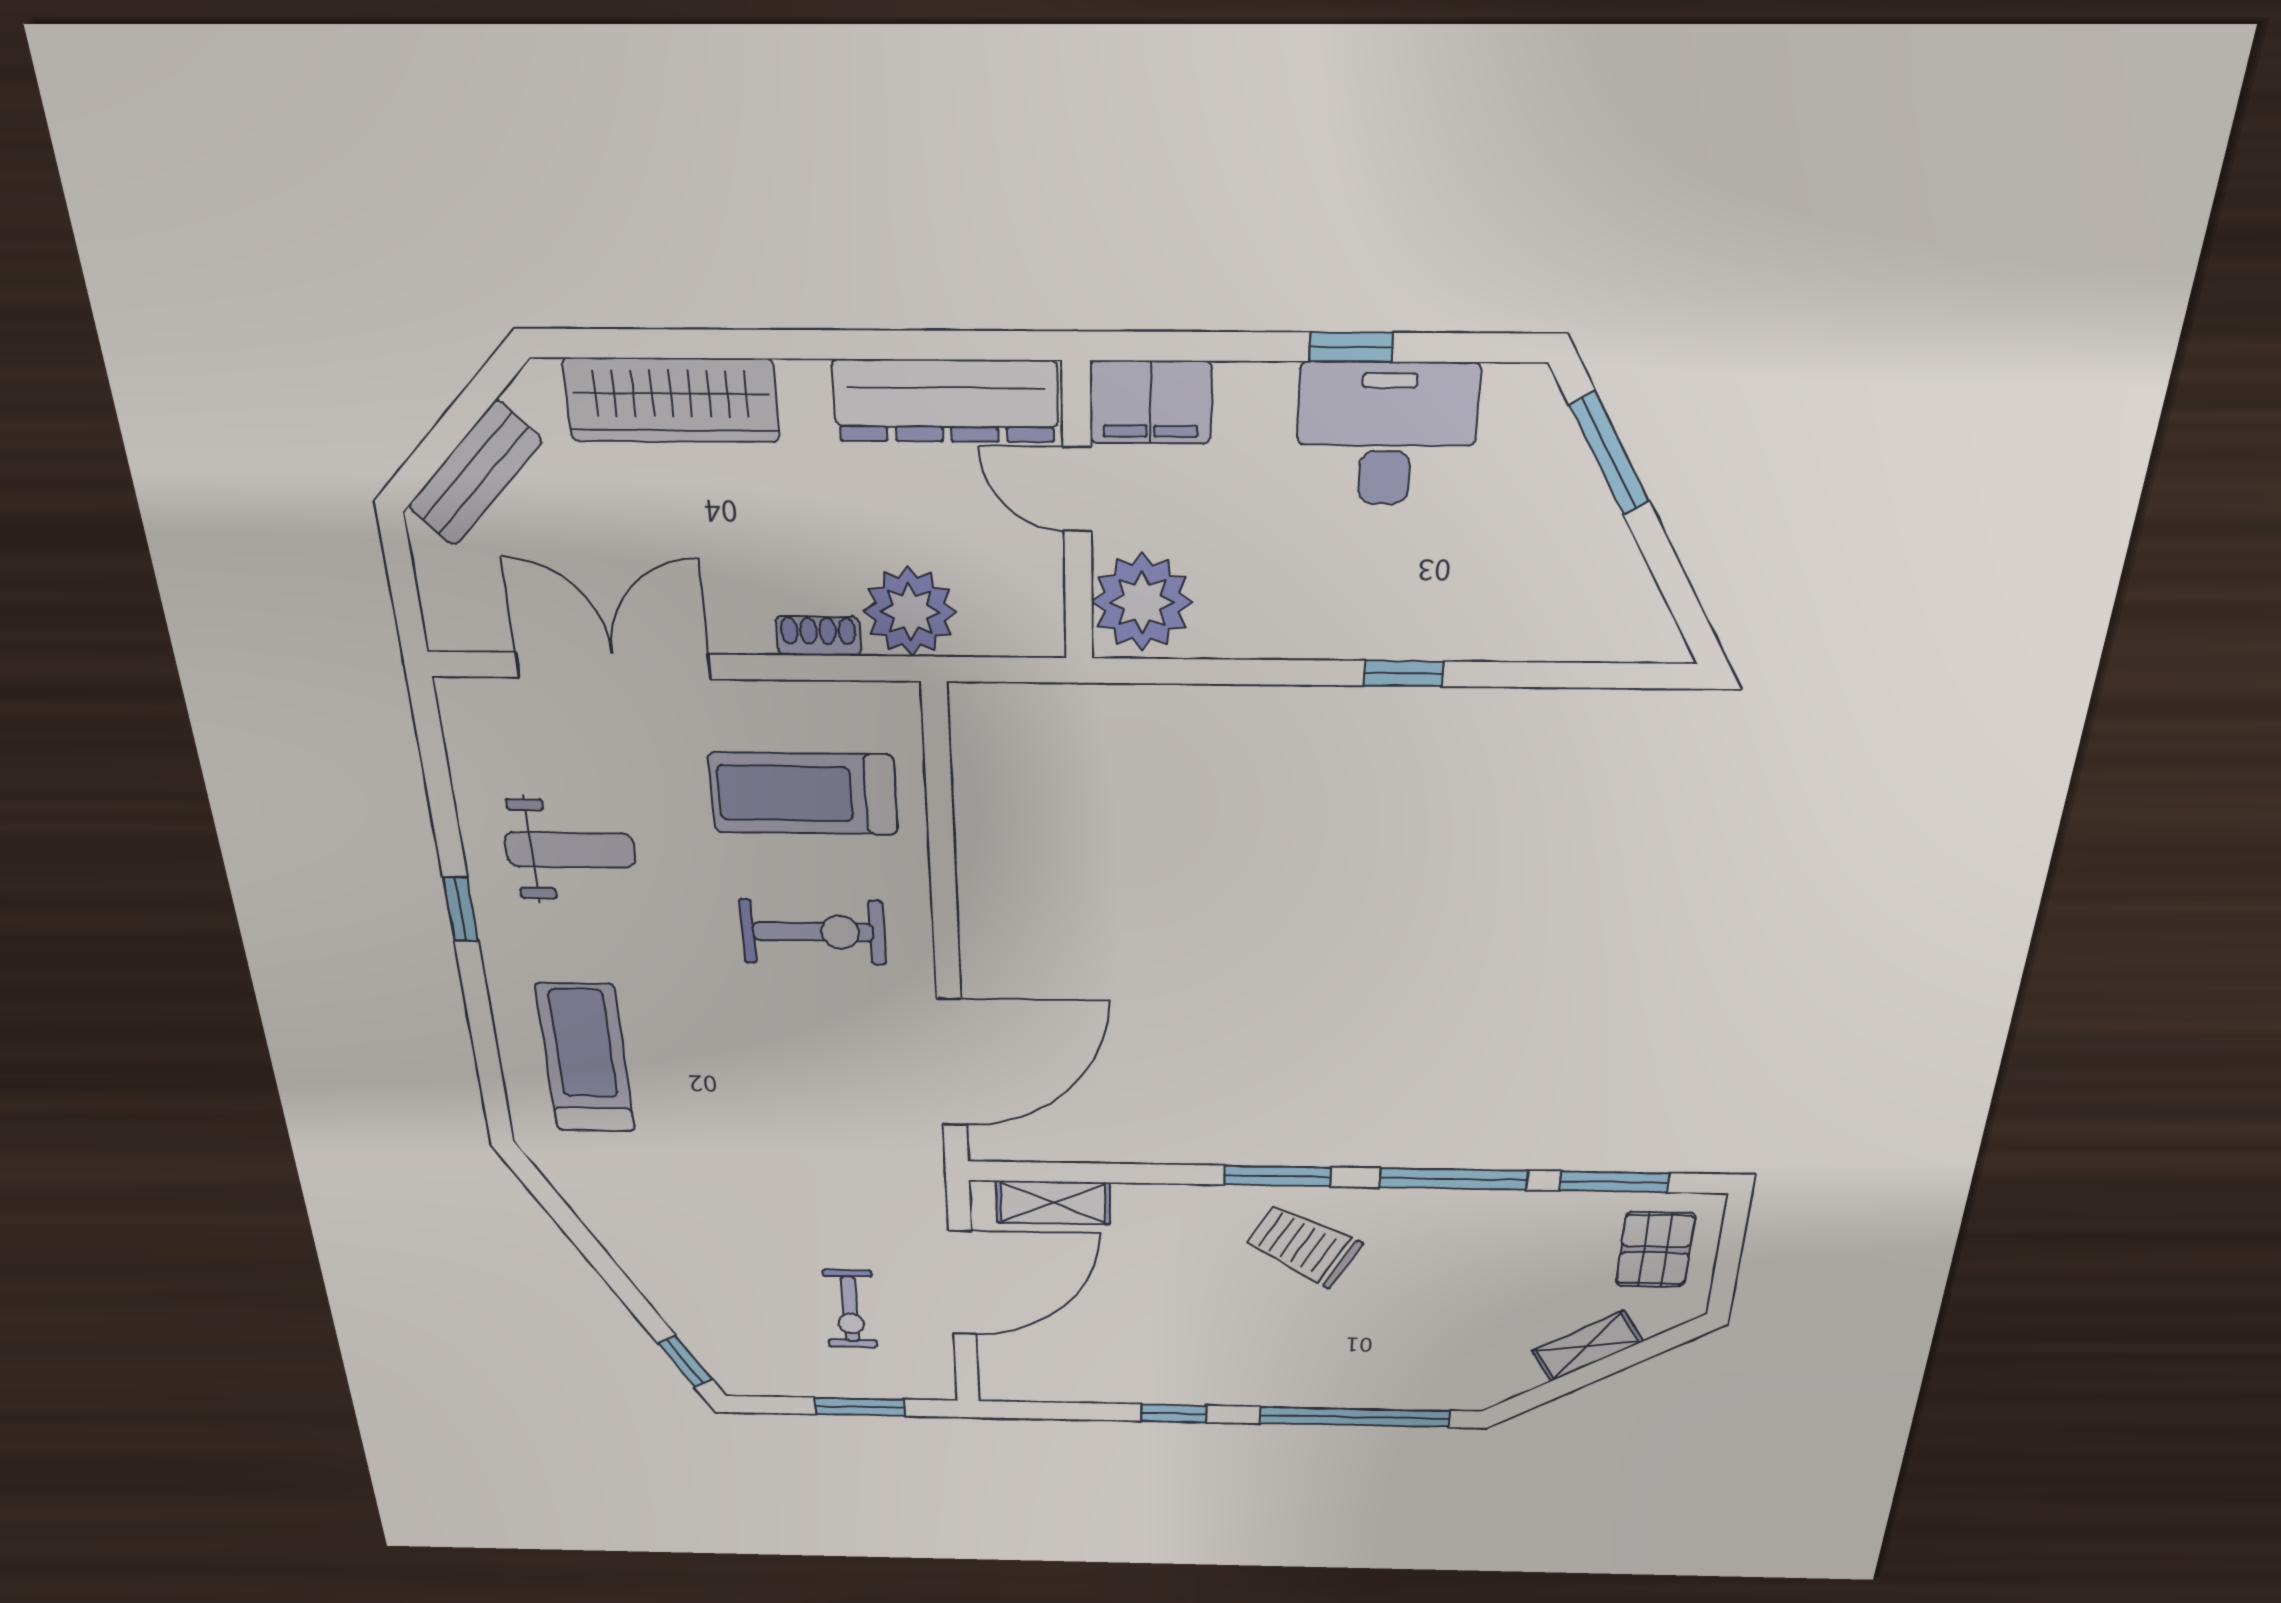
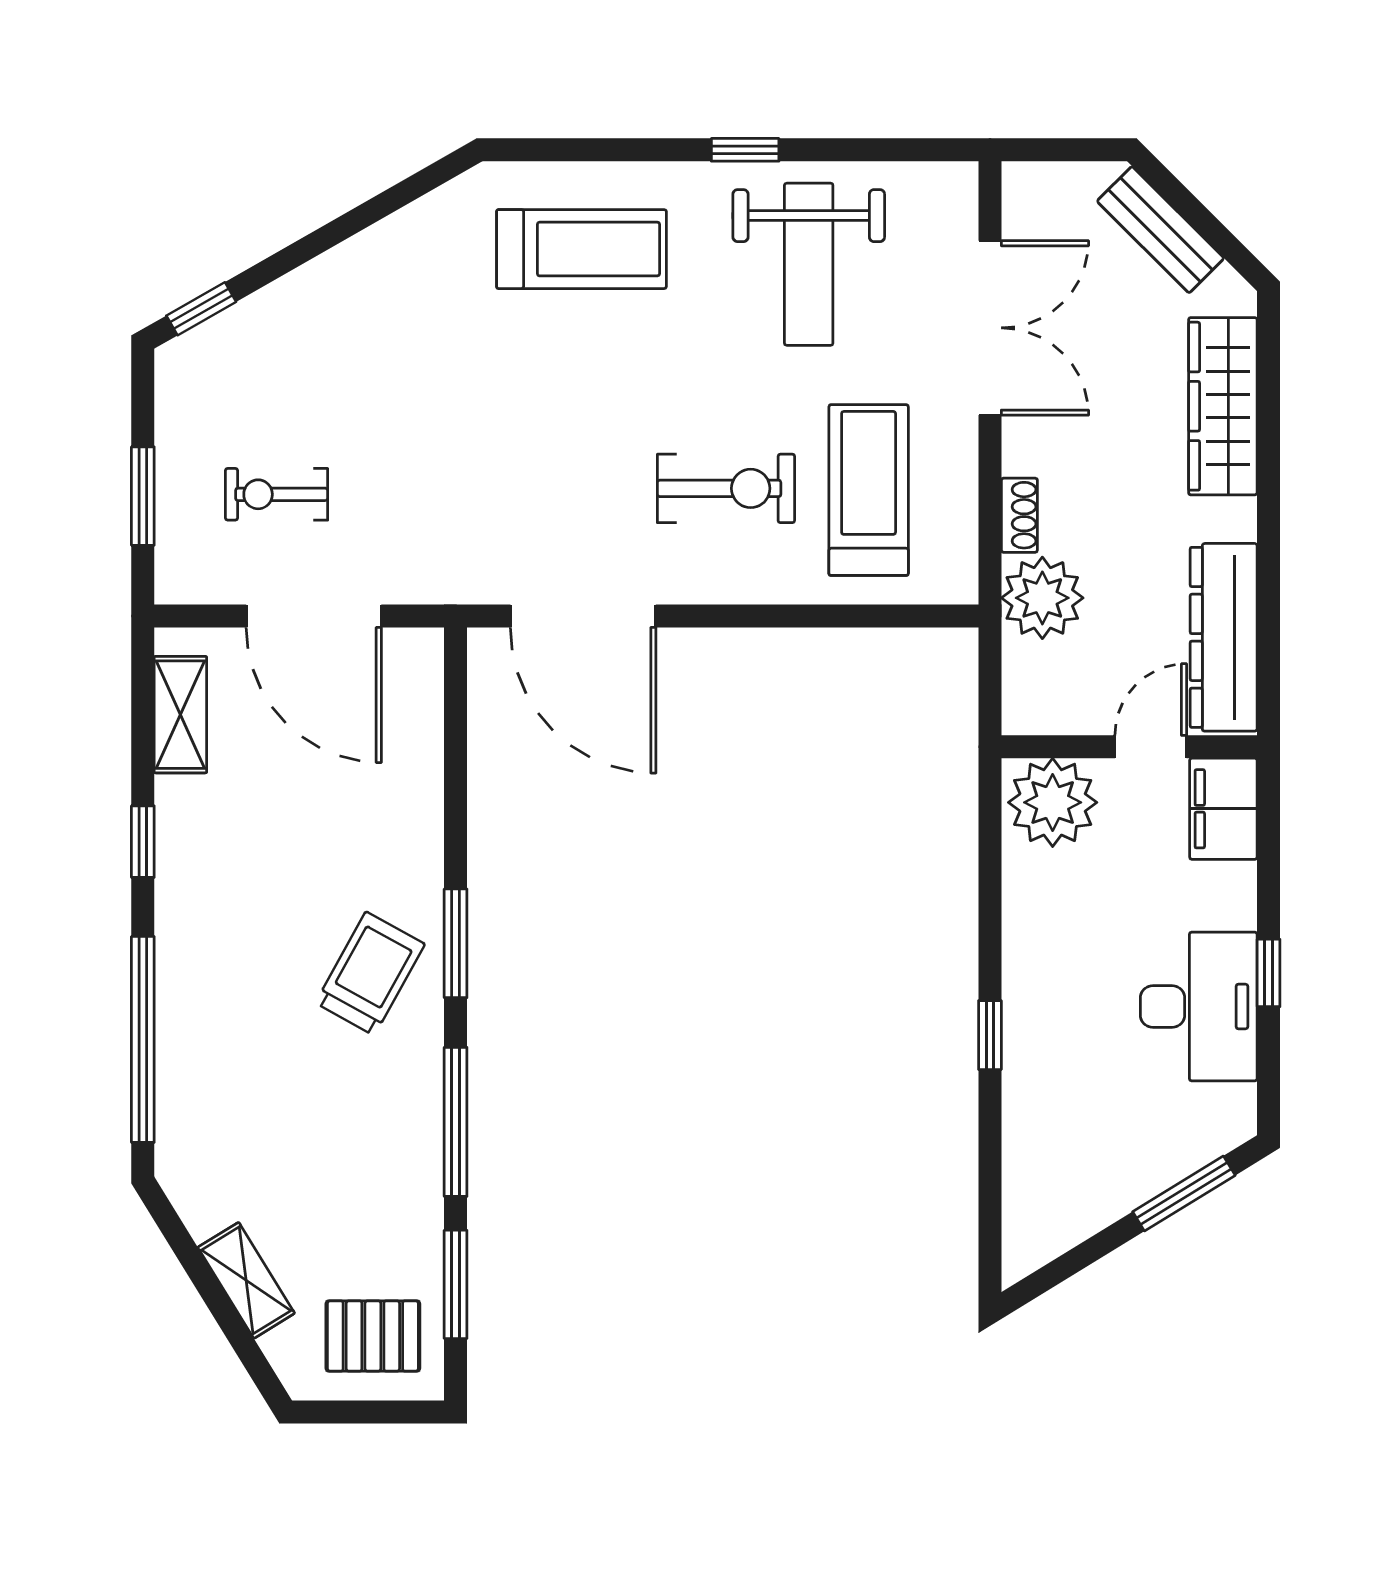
weight bench: (570, 850) -> (809, 264), width x1.36, depth x1.33
exercise bike: (813, 932) -> (726, 488), turned -90
shelving: (1053, 1203) -> (180, 715), moved

